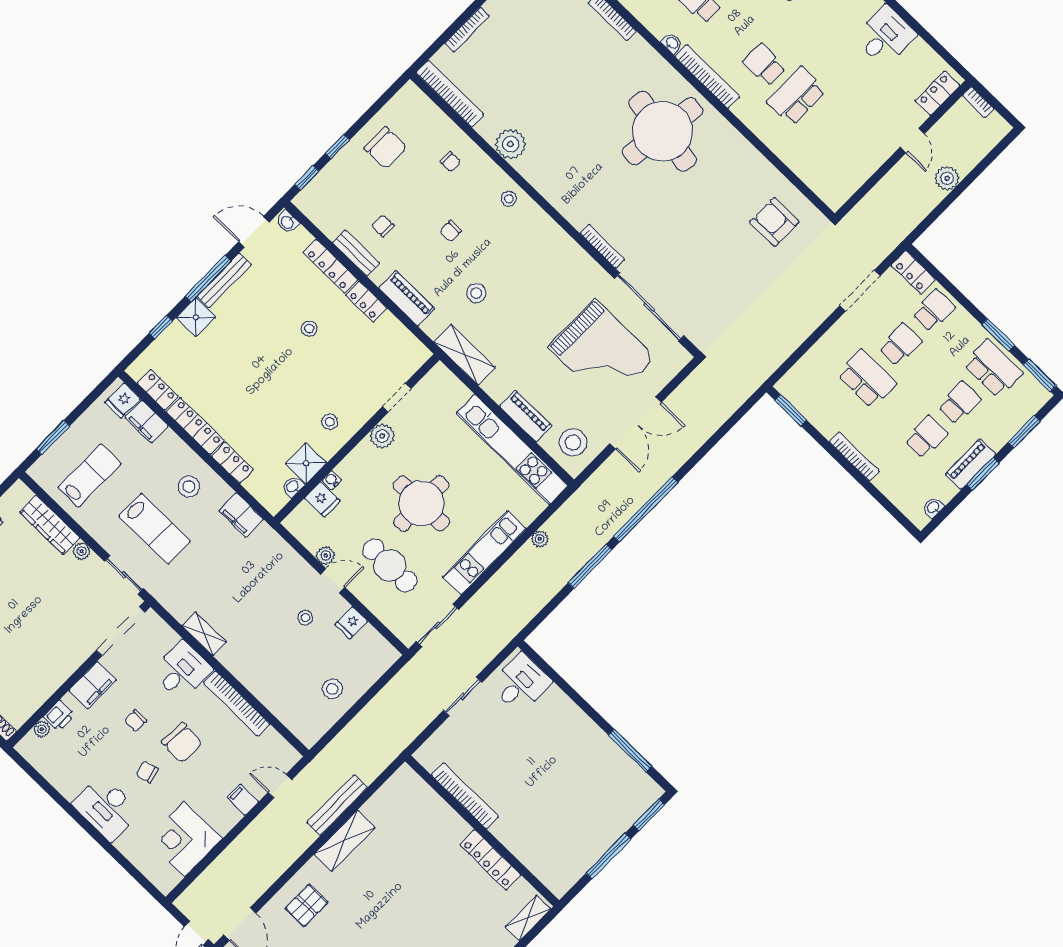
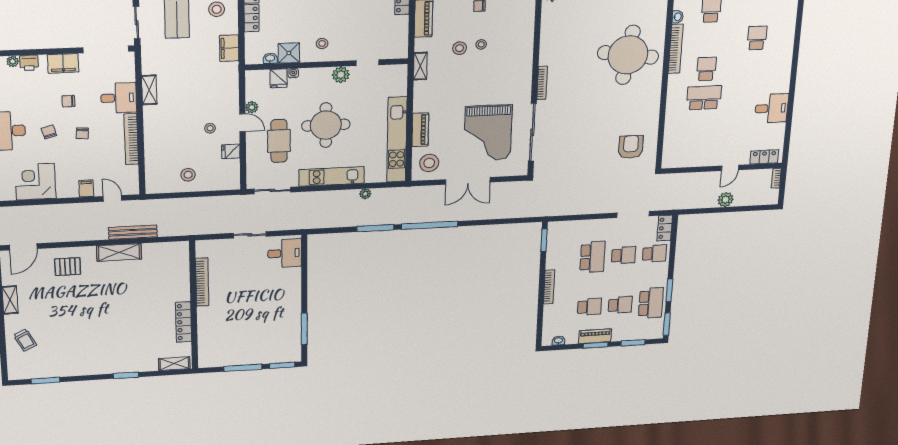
stool: (509, 199) -> (481, 44), moved
shelving: (465, 355) -> (420, 66), width x0.67, depth x0.75
chair: (182, 743) -> (82, 133), width x0.54, depth x0.54

